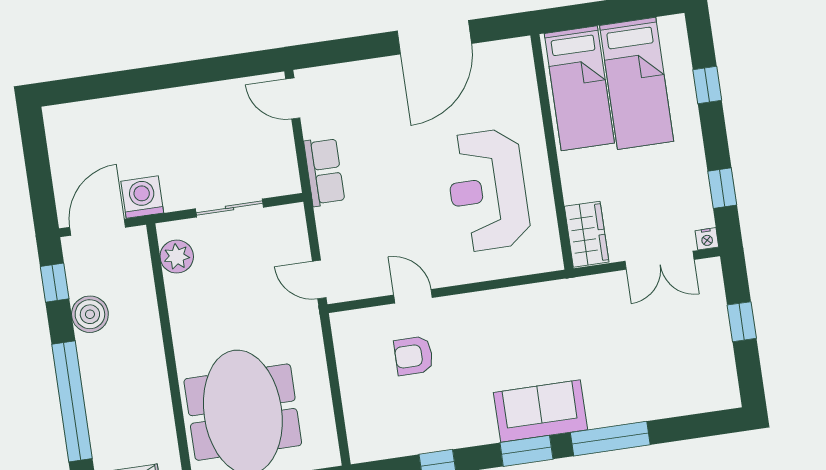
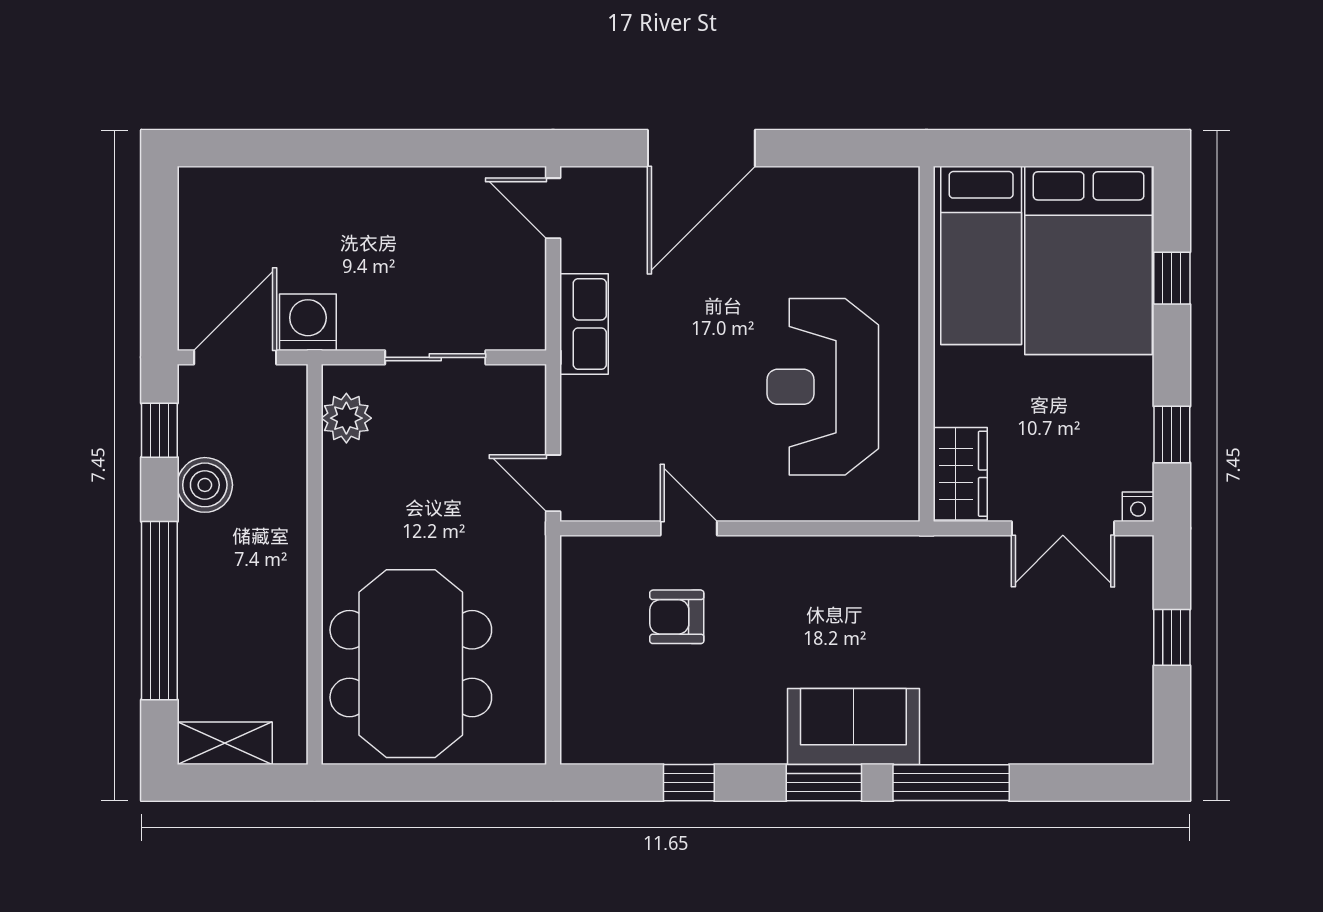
door: (434, 37) -> (701, 148), moved
bed: (637, 83) -> (1089, 260), width x1.50

